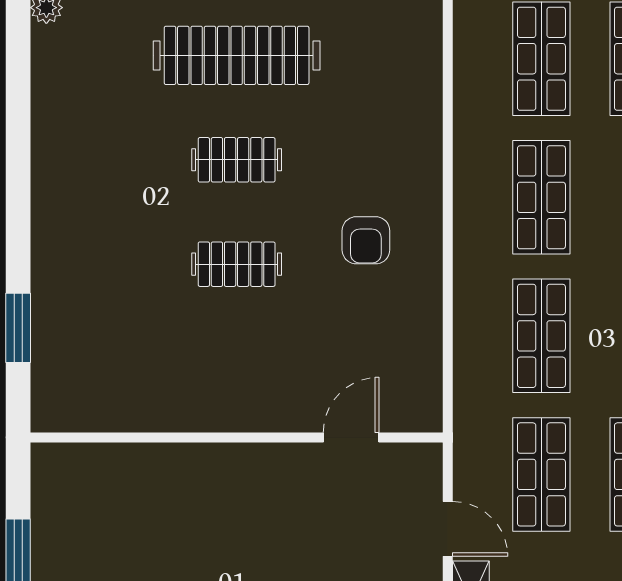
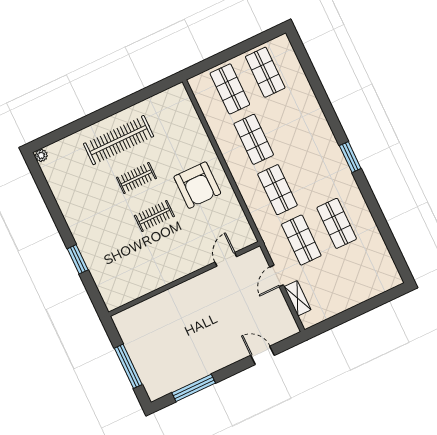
armchair: (366, 240) -> (197, 185), width x1.88, depth x1.88
window: (18, 328) -> (78, 259), moved
door: (448, 529) -> (277, 276), swing flipped

